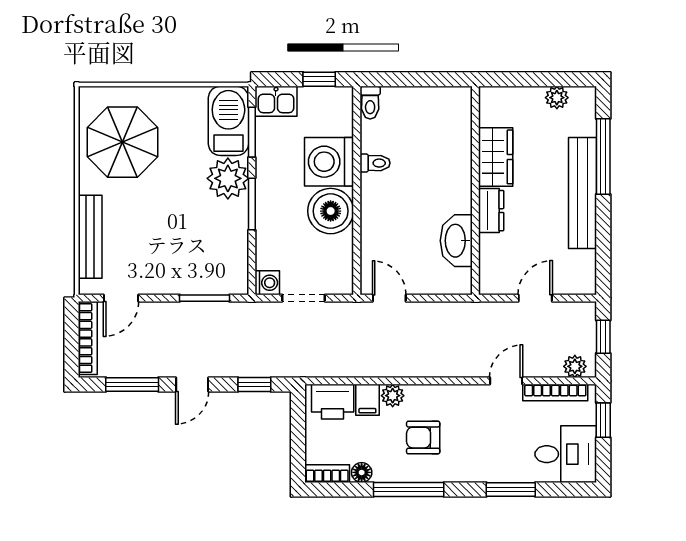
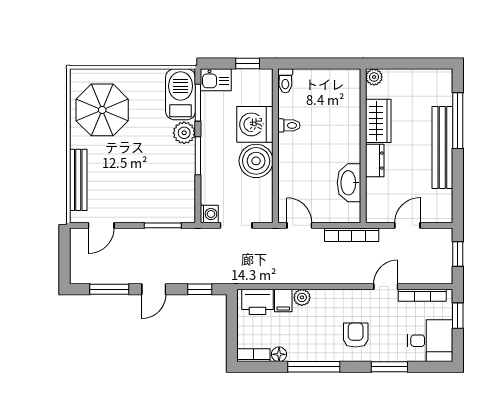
plant: (557, 98) -> (374, 77), moved
plant: (228, 178) -> (184, 133), width x0.73, depth x0.73
bookcase: (88, 338) -> (352, 235), moved, turned 90
plant: (575, 366) -> (437, 276), removed
armchair: (423, 438) -> (356, 335), moved, turned 90

